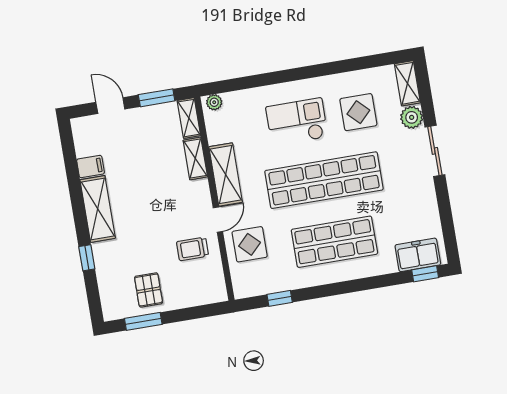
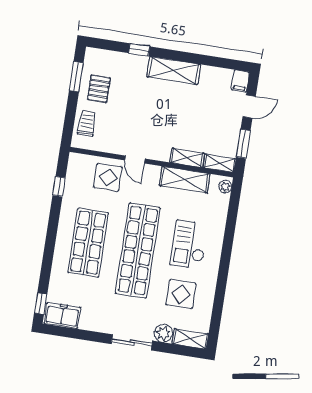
checkout: (297, 122) -> (189, 245), turned 180
filing cabinet: (90, 167) -> (240, 81), moved
shelving: (226, 174) -> (185, 180), moved
trolley: (193, 249) -> (87, 123), moved
freezer: (418, 255) -> (62, 315), moved, turned -90
pallet: (149, 290) -> (99, 89), turned 90

